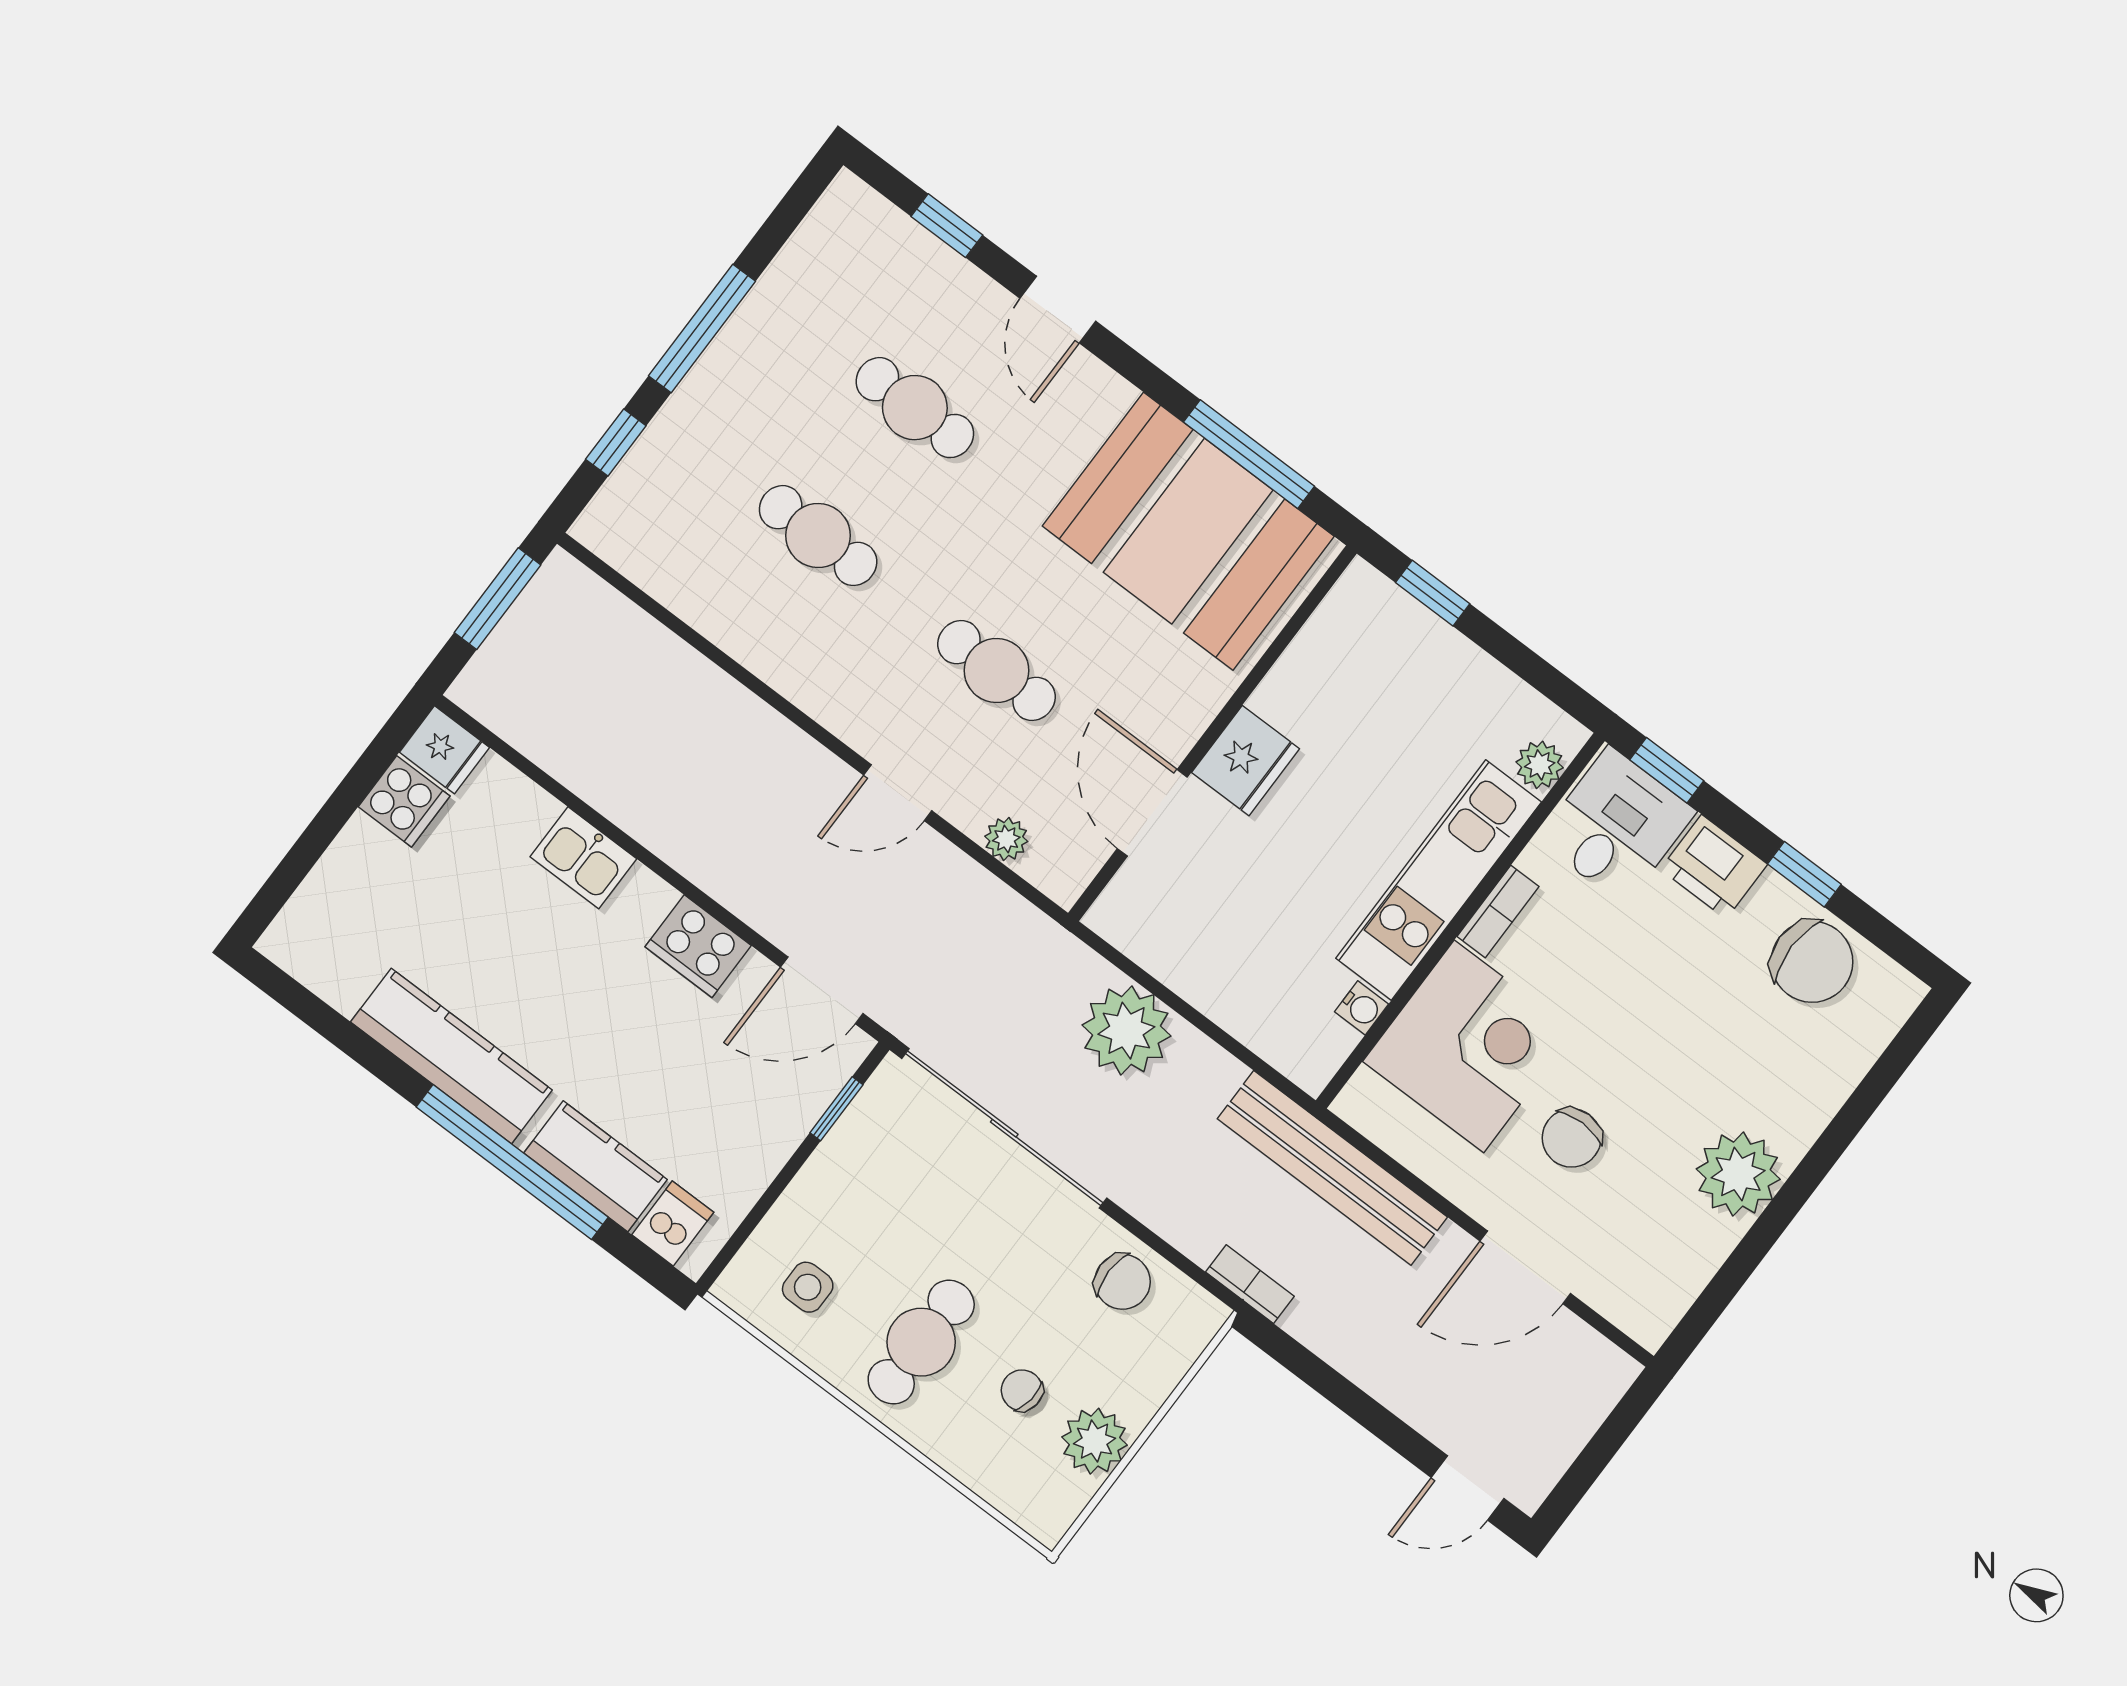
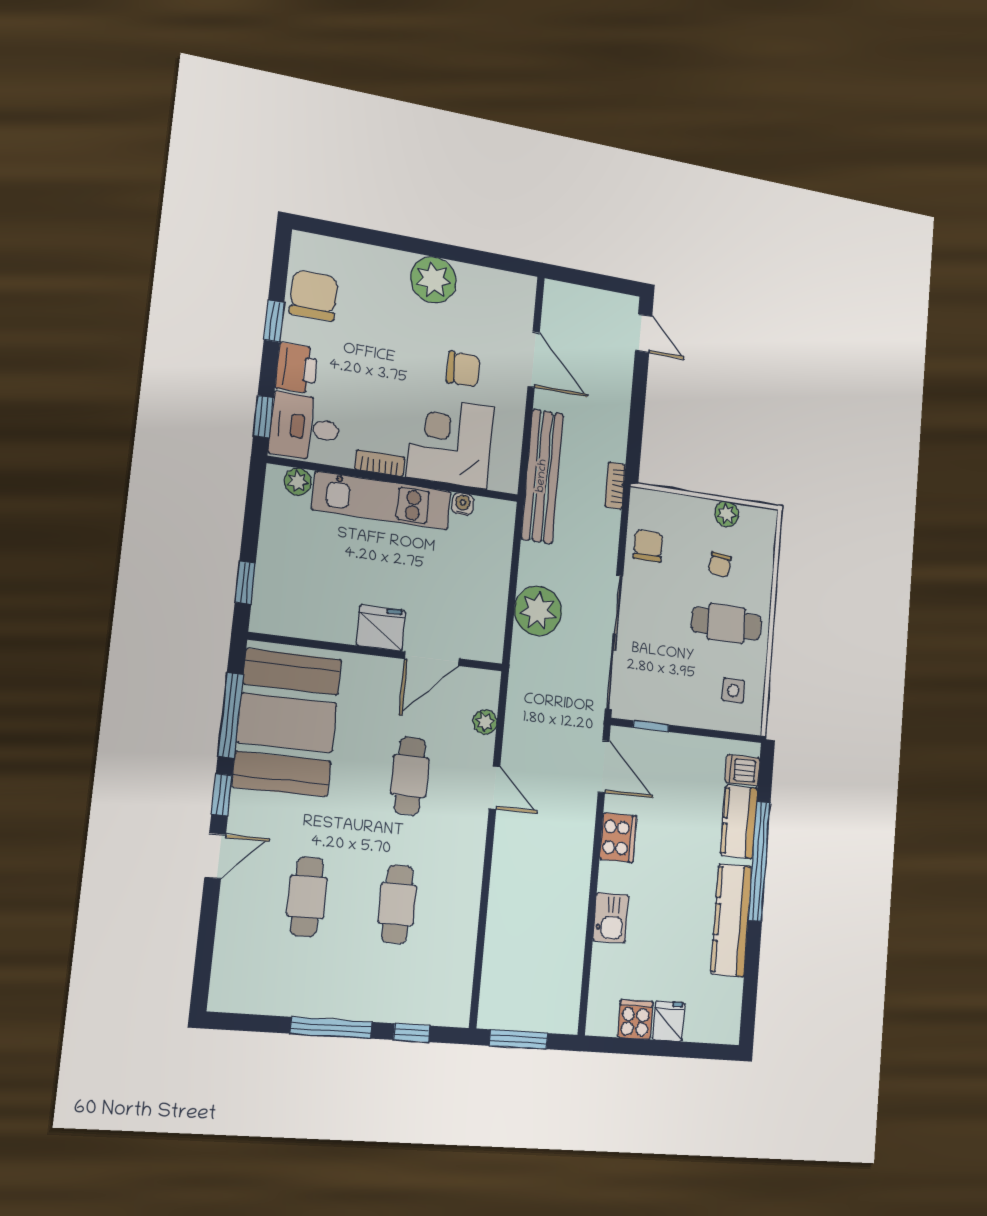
window: (947, 226) -> (222, 795), moved
fridge: (444, 750) -> (669, 1021), moved
plant: (1094, 1441) -> (727, 514), width x0.73, depth x0.73

